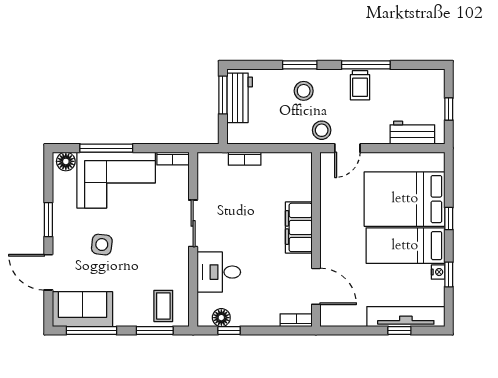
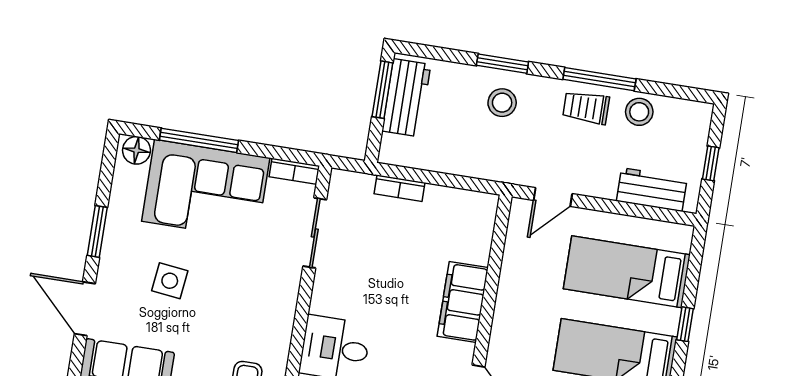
trolley: (360, 85) -> (586, 108), turned 90
stool: (322, 130) -> (639, 112), moved
bed: (405, 199) -> (627, 272), width x0.67
sliding door: (193, 223) -> (315, 233), moved

